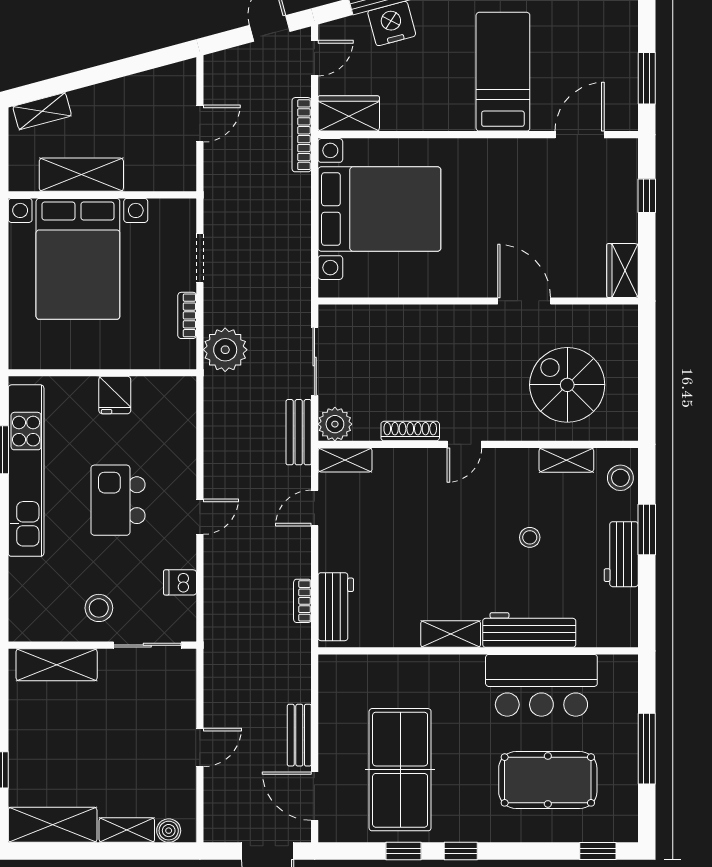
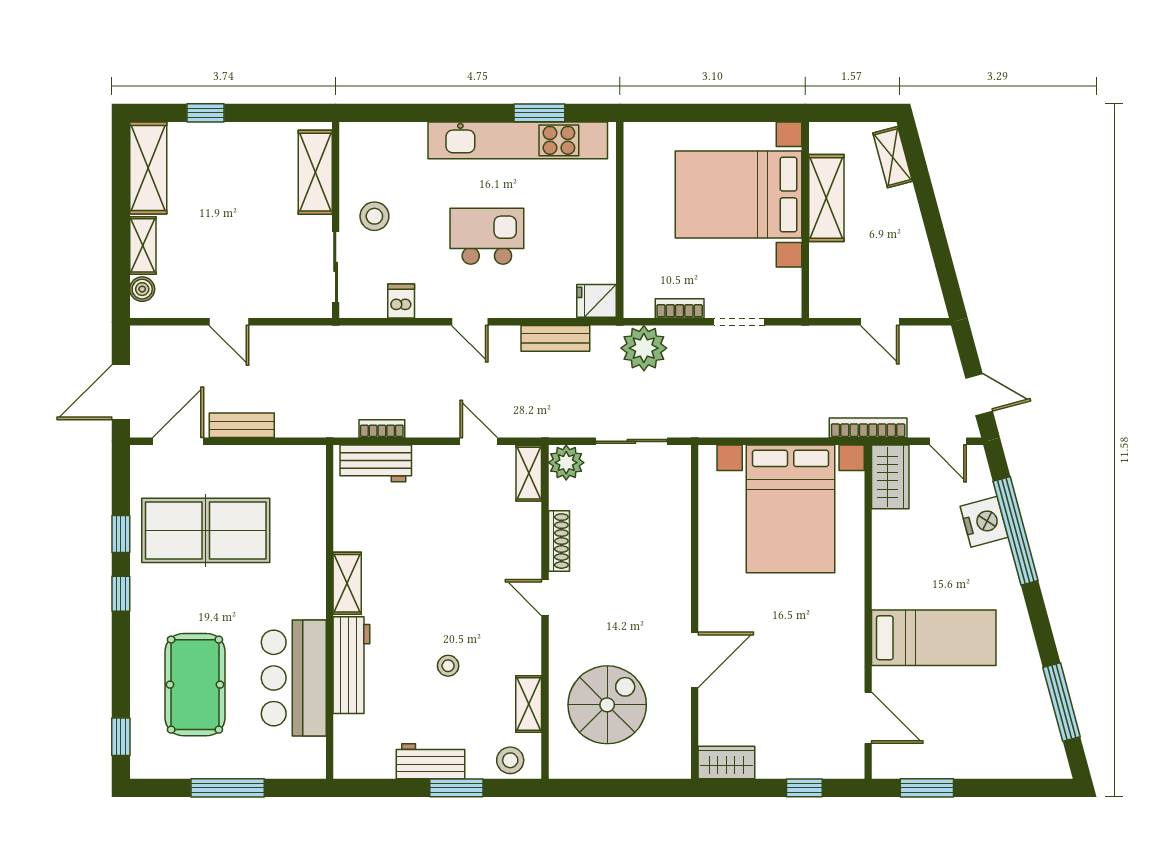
fridge: (115, 395) -> (597, 301), moved
bench: (299, 432) -> (555, 338), moved

